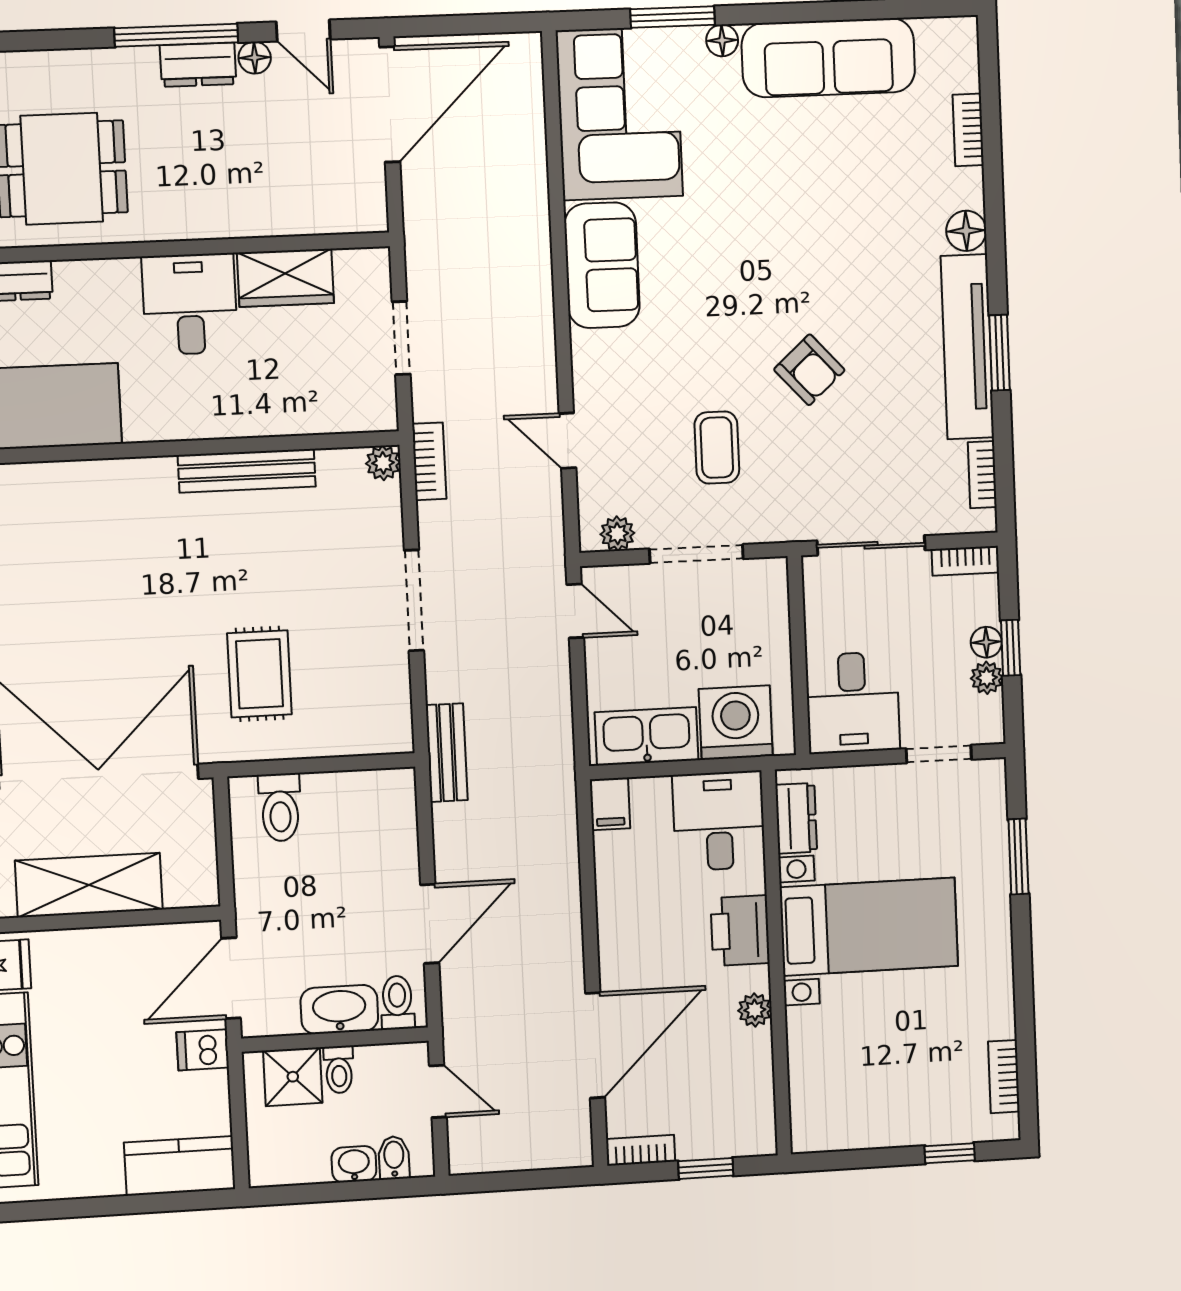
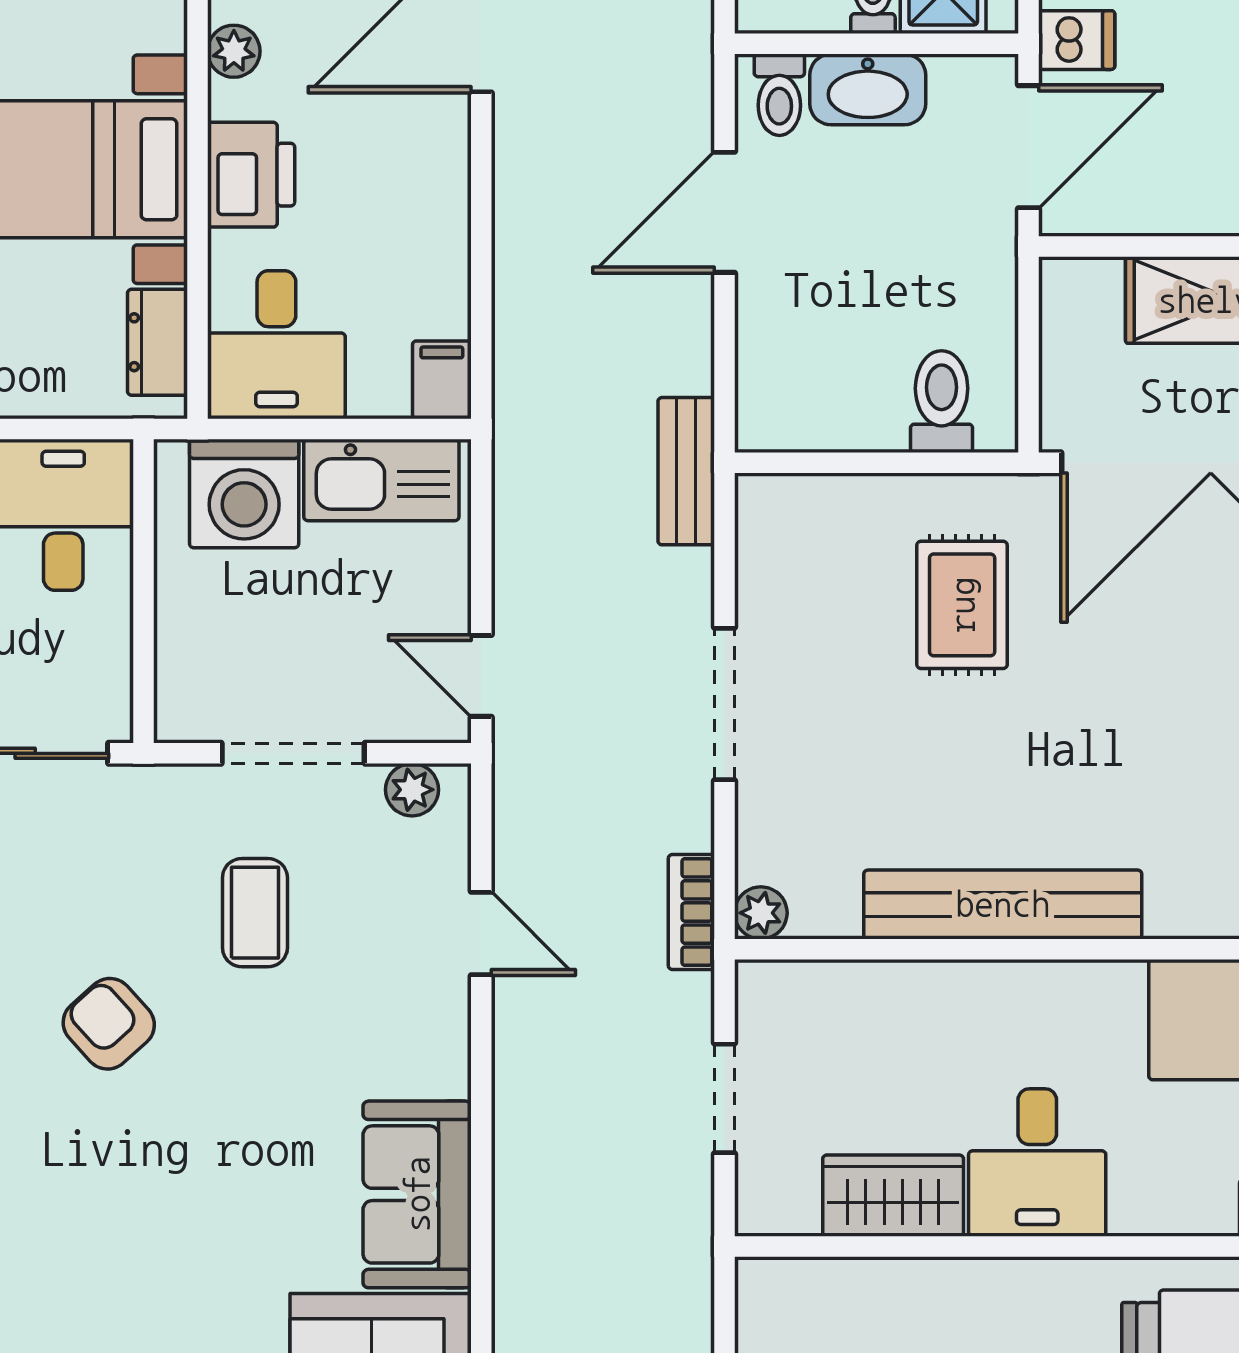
bench: (247, 471) -> (1003, 904), width x1.37, depth x1.21

